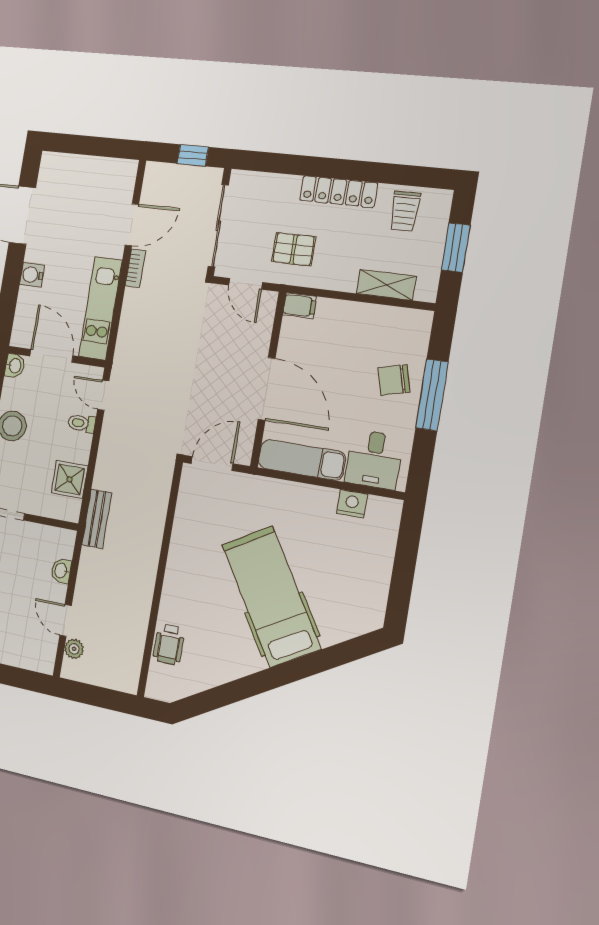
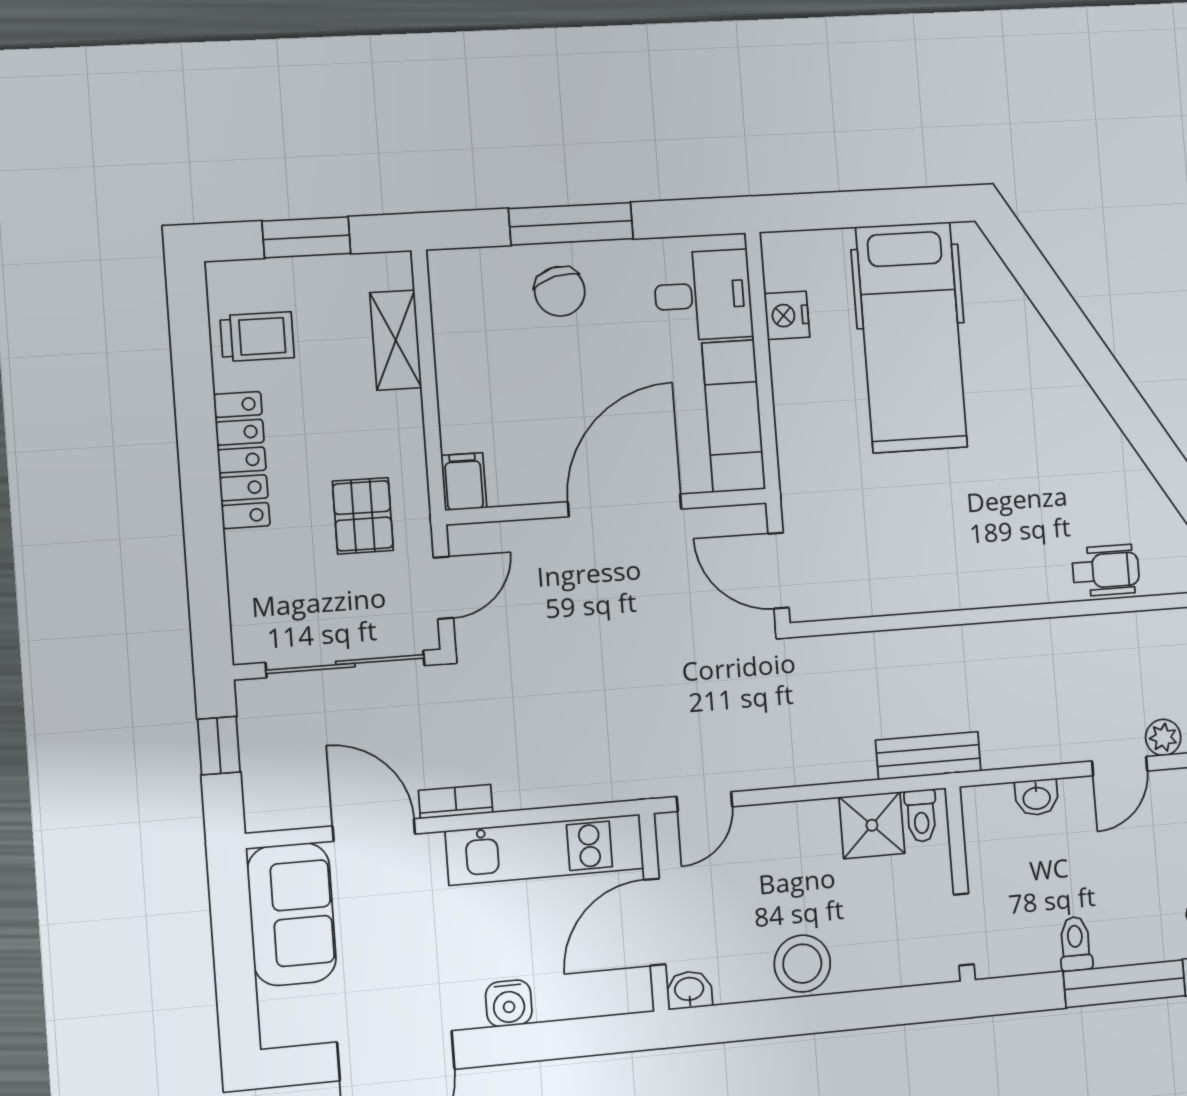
sofa: (102, 177) -> (292, 914), added
toilet: (82, 423) -> (921, 816), moved
hospital bed: (271, 596) -> (912, 337), moved, turned -59

